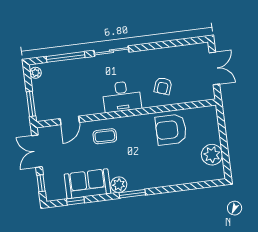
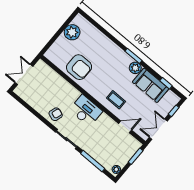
armchair: (163, 86) -> (56, 114), moved
double door: (37, 151) -> (158, 129), swing flipped

